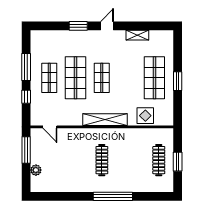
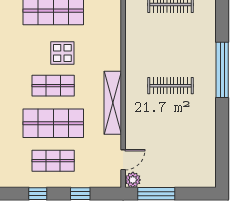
window: (26, 67) -> (38, 194), width x0.46
display table: (145, 116) -> (62, 53), moved
shelving: (105, 120) -> (113, 103), moved
plant: (36, 170) -> (133, 180), moved

